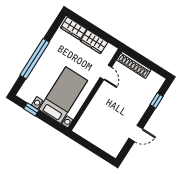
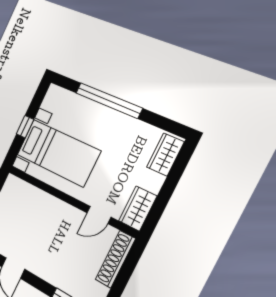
wardrobe: (94, 42) -> (138, 208), moved
window: (31, 109) -> (25, 127), moved

